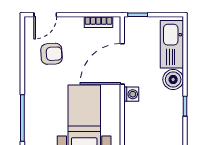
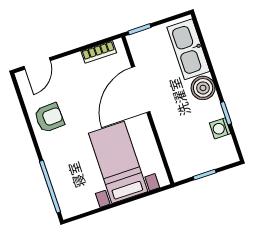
armchair: (52, 54) -> (49, 118), moved
washing machine: (131, 94) -> (220, 128), moved, turned 180

